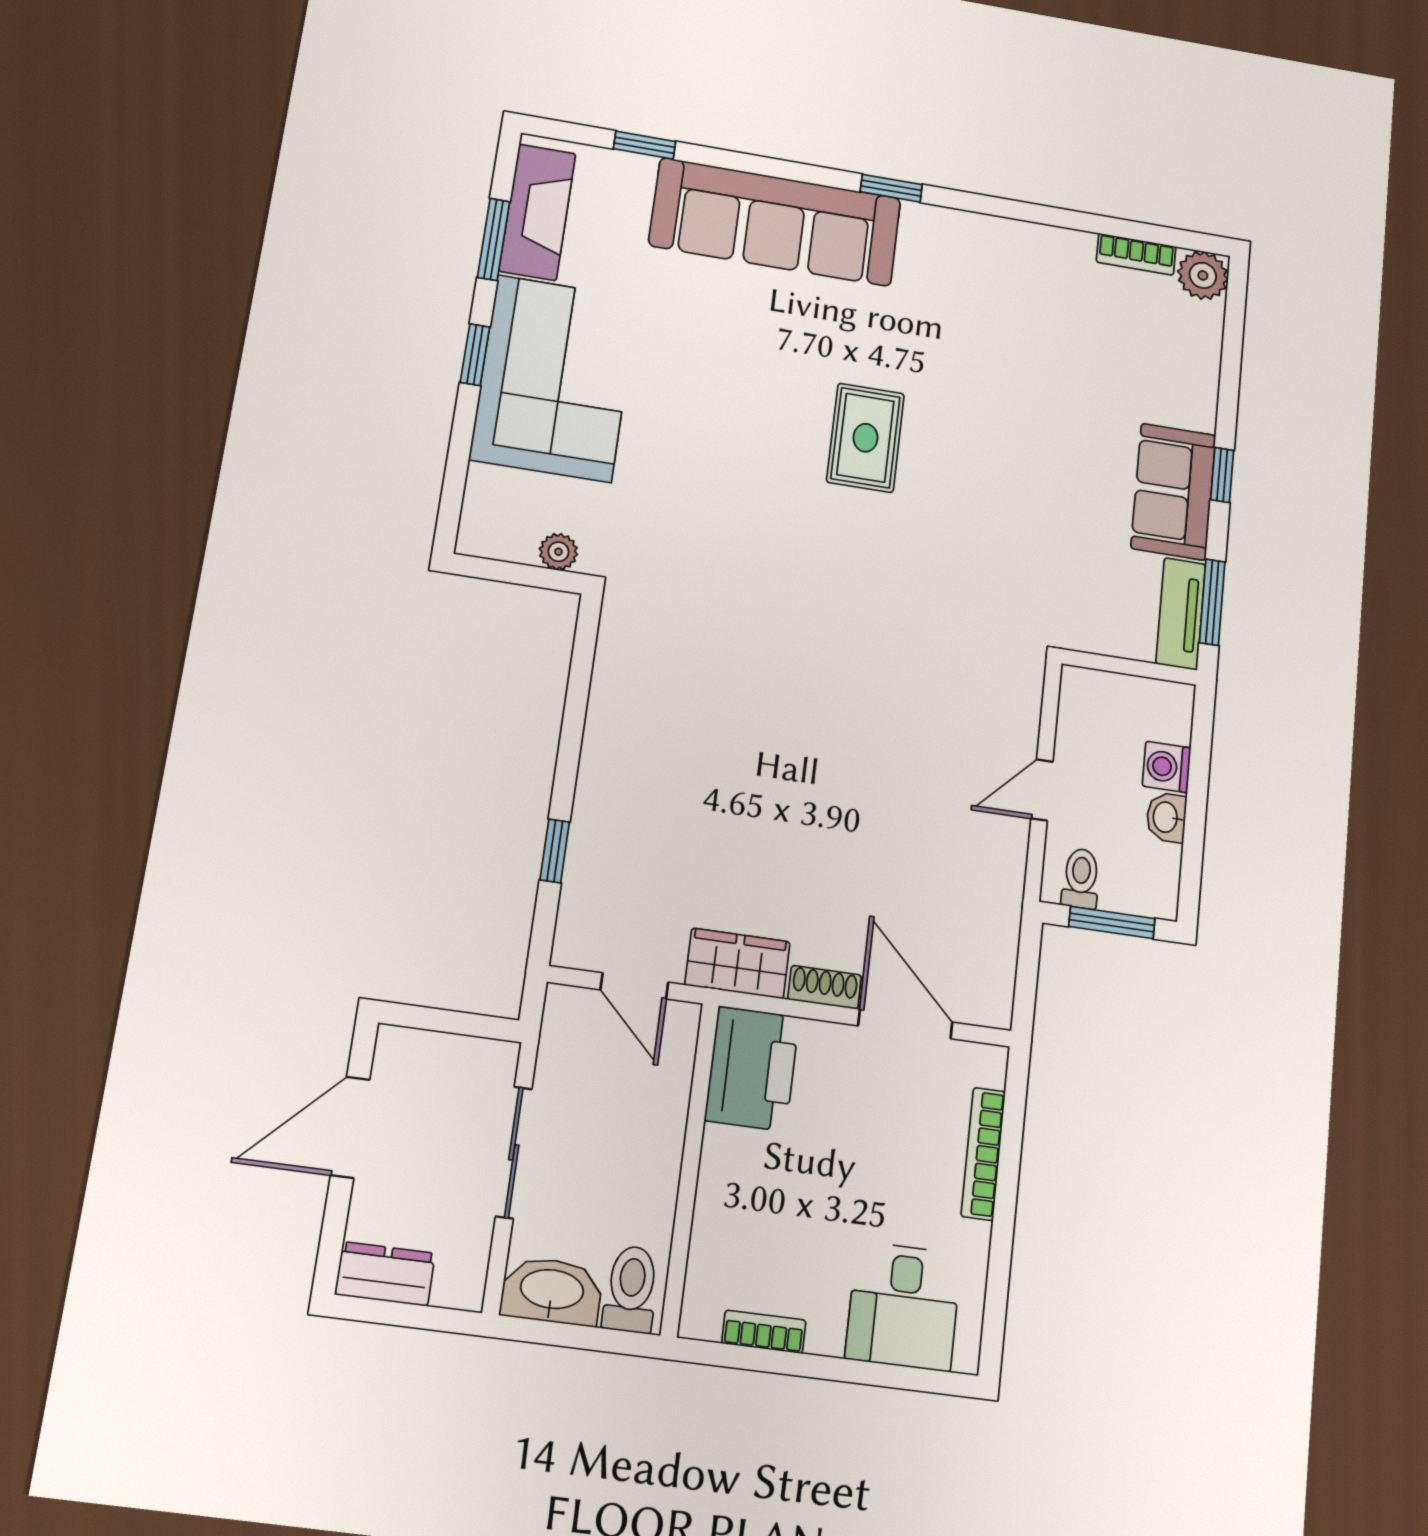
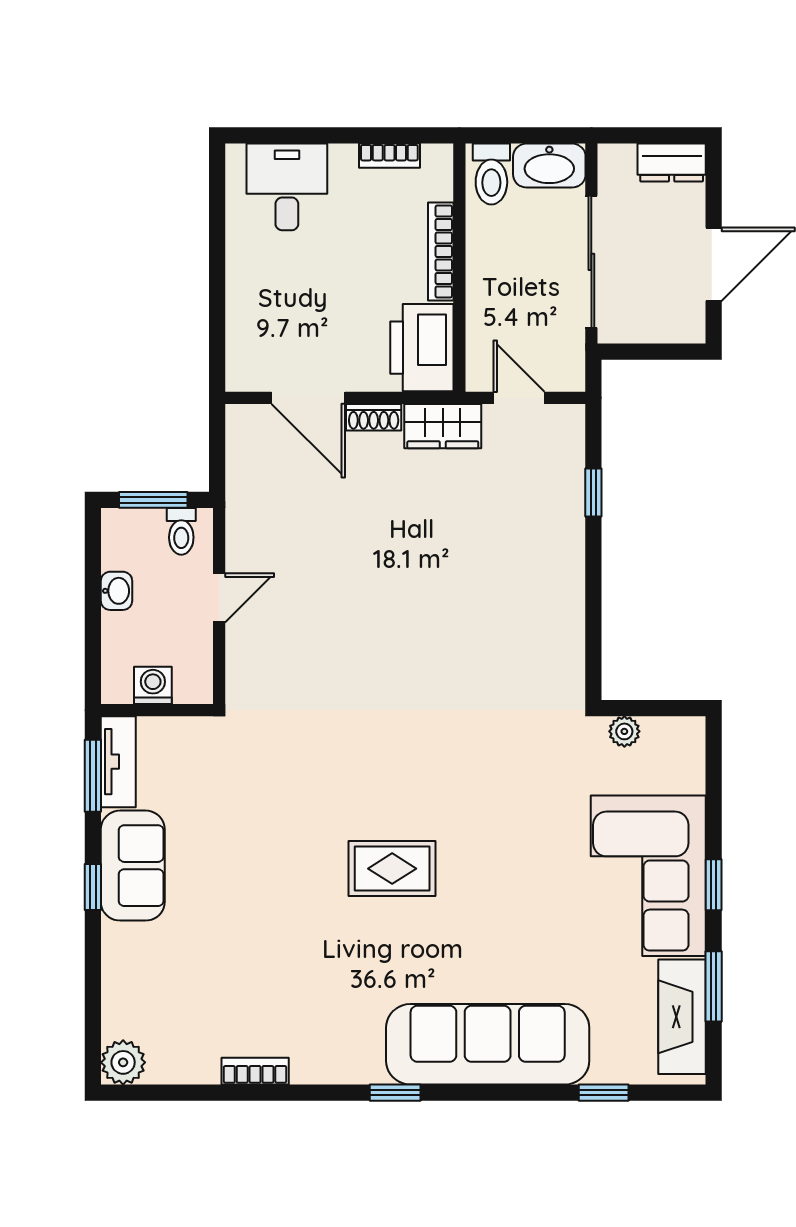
bookcase: (1136, 254) -> (255, 1071), moved
rug: (865, 438) -> (392, 869), turned 90
washing machine: (1167, 767) -> (153, 685), moved, turned -90
sliding door: (514, 1152) -> (591, 262), width x1.37
bookcase: (983, 1154) -> (441, 251), moved, turned 180

